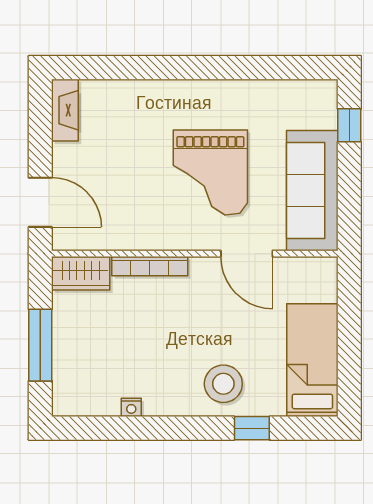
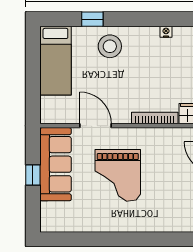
window: (349, 125) -> (33, 175), moved
grand piano: (210, 172) -> (118, 175), turned 180

